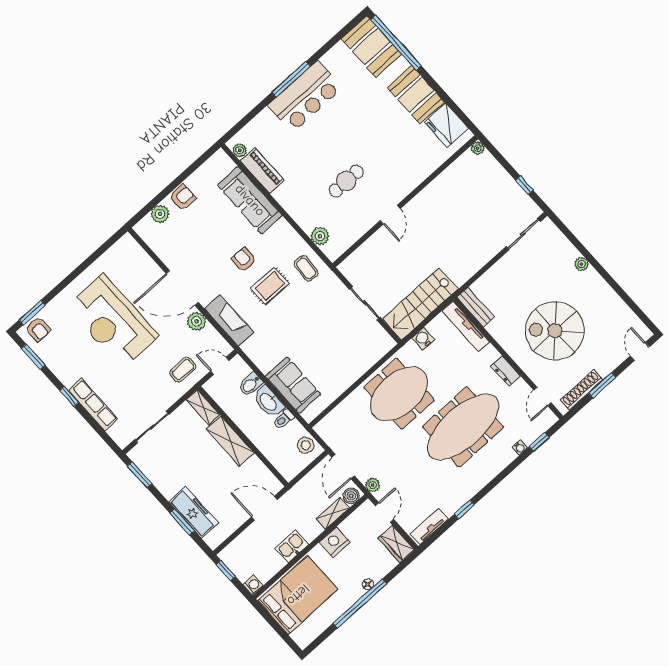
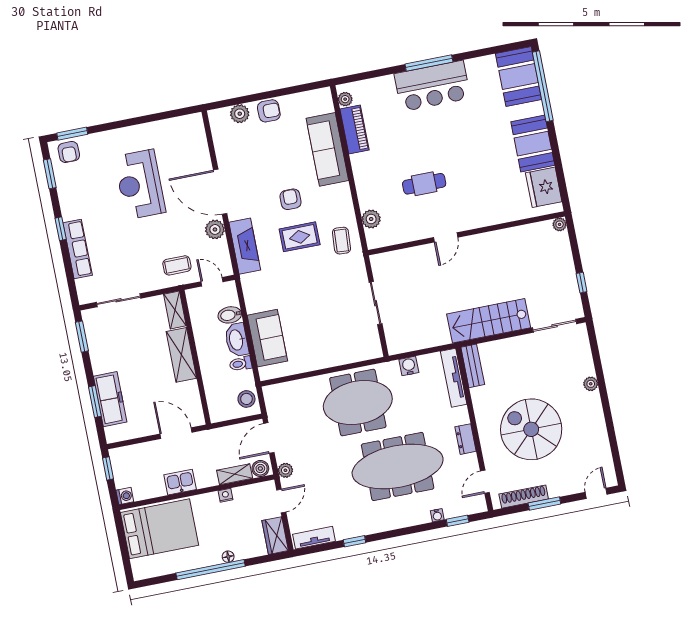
stairs: (420, 304) -> (489, 321), moved
reception desk: (113, 321) -> (140, 184), width x0.74, depth x0.77
nightstand: (335, 542) -> (226, 495), width x0.53, depth x0.56

